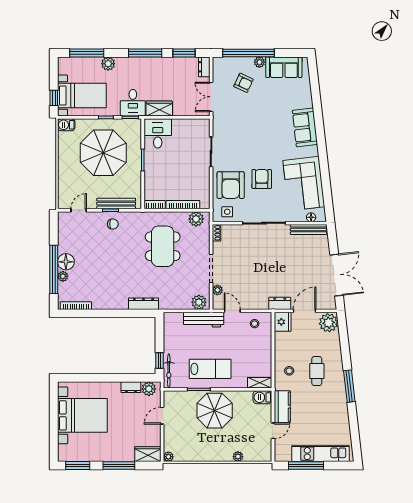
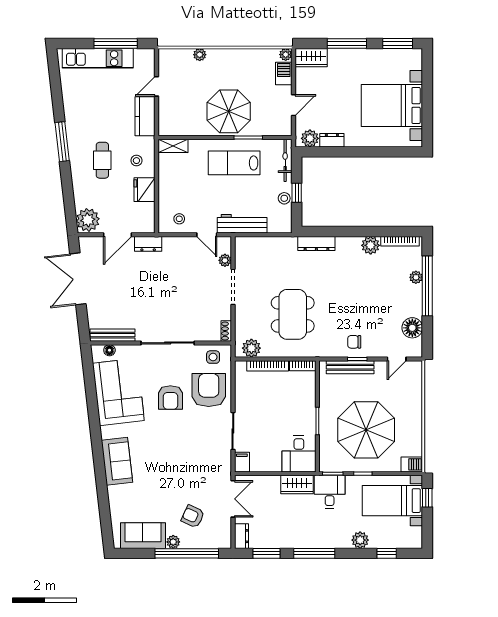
window: (87, 53) -> (387, 553), width x0.46
filing cabinet: (204, 127) -> (242, 462), added
floor lamp: (66, 262) -> (412, 328), moved
plant: (199, 302) -> (371, 245), moved
fridge: (283, 322) -> (145, 190), moved
stool: (170, 340) -> (284, 198), added
window: (160, 361) -> (297, 193), moved
barbecue: (262, 397) -> (284, 73), moved, turned -90

